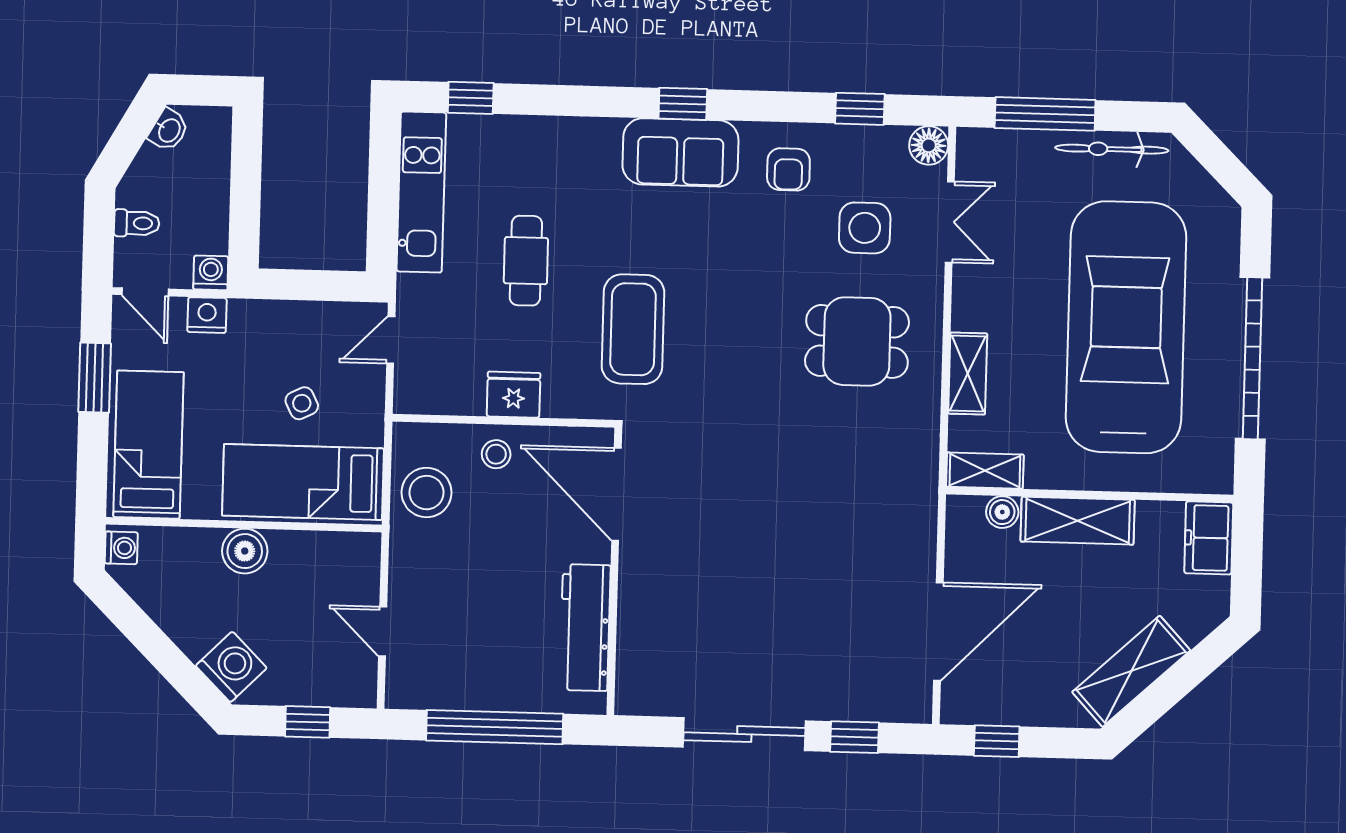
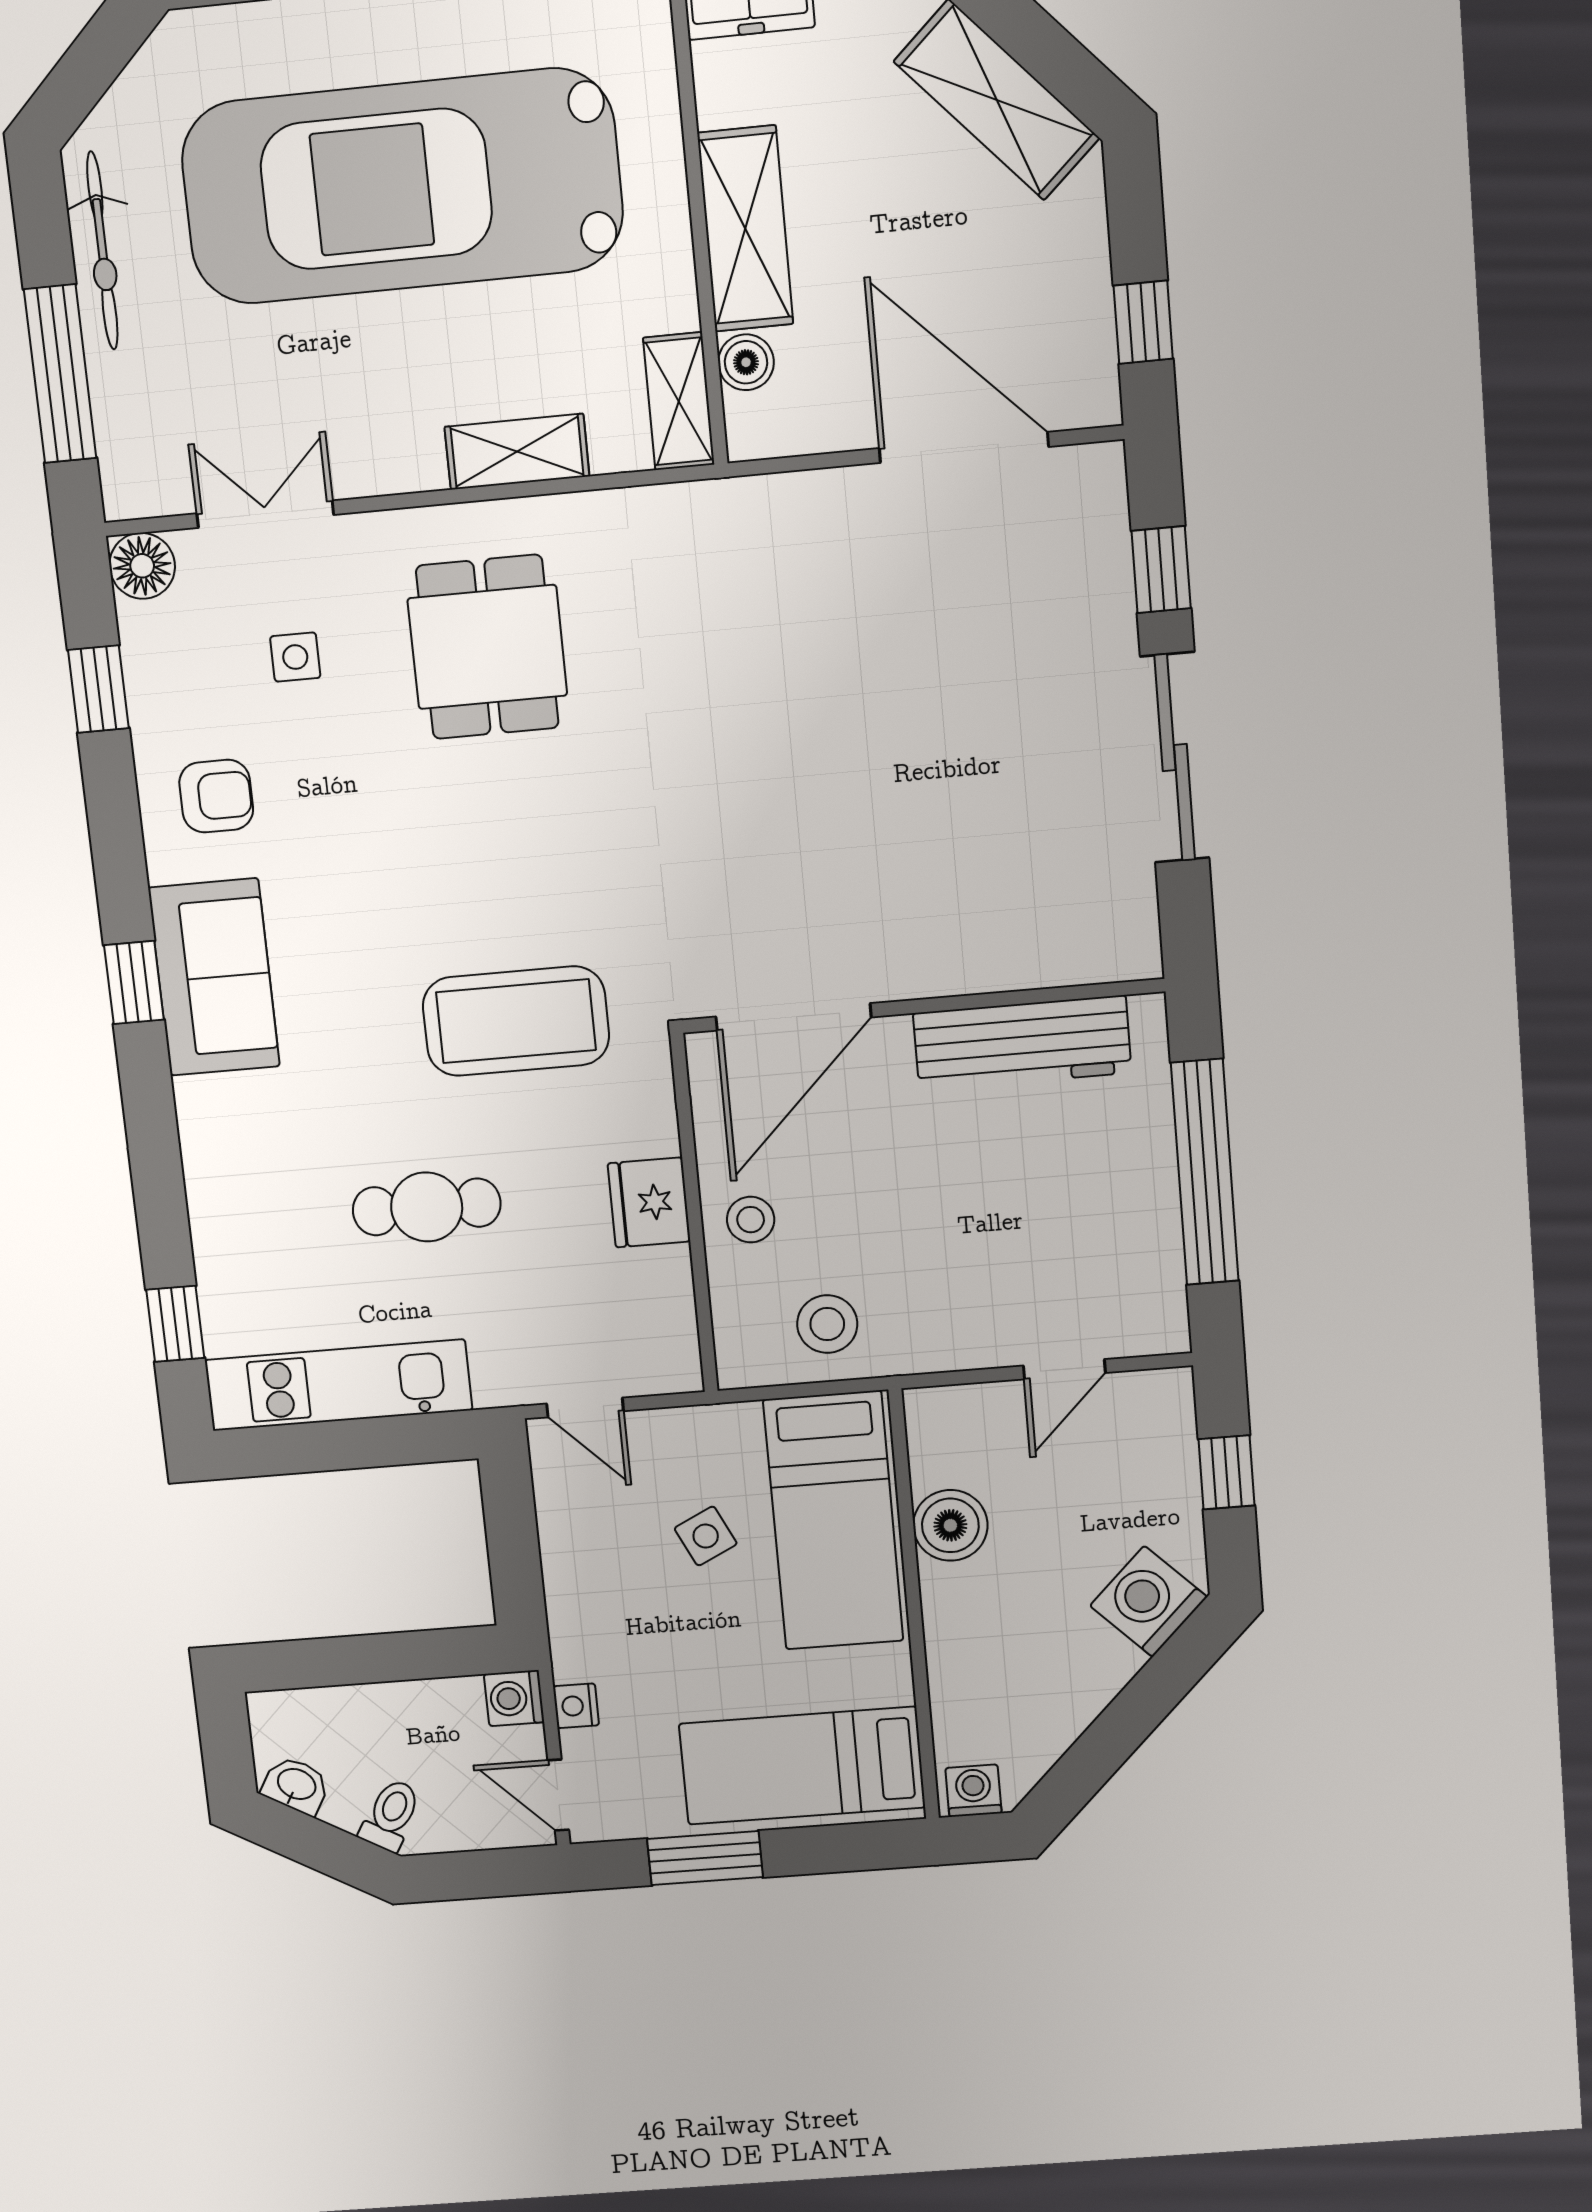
toilet: (137, 223) -> (391, 1815), moved, turned 30
side table: (865, 228) -> (295, 657), width x0.54, depth x0.54
door: (145, 292) -> (558, 1795), swing flipped
nightstand: (207, 315) -> (576, 1706), width x0.72, depth x0.74
stool: (427, 493) -> (827, 1324), width x0.73, depth x0.73
boiler: (245, 551) -> (950, 1525), moved

